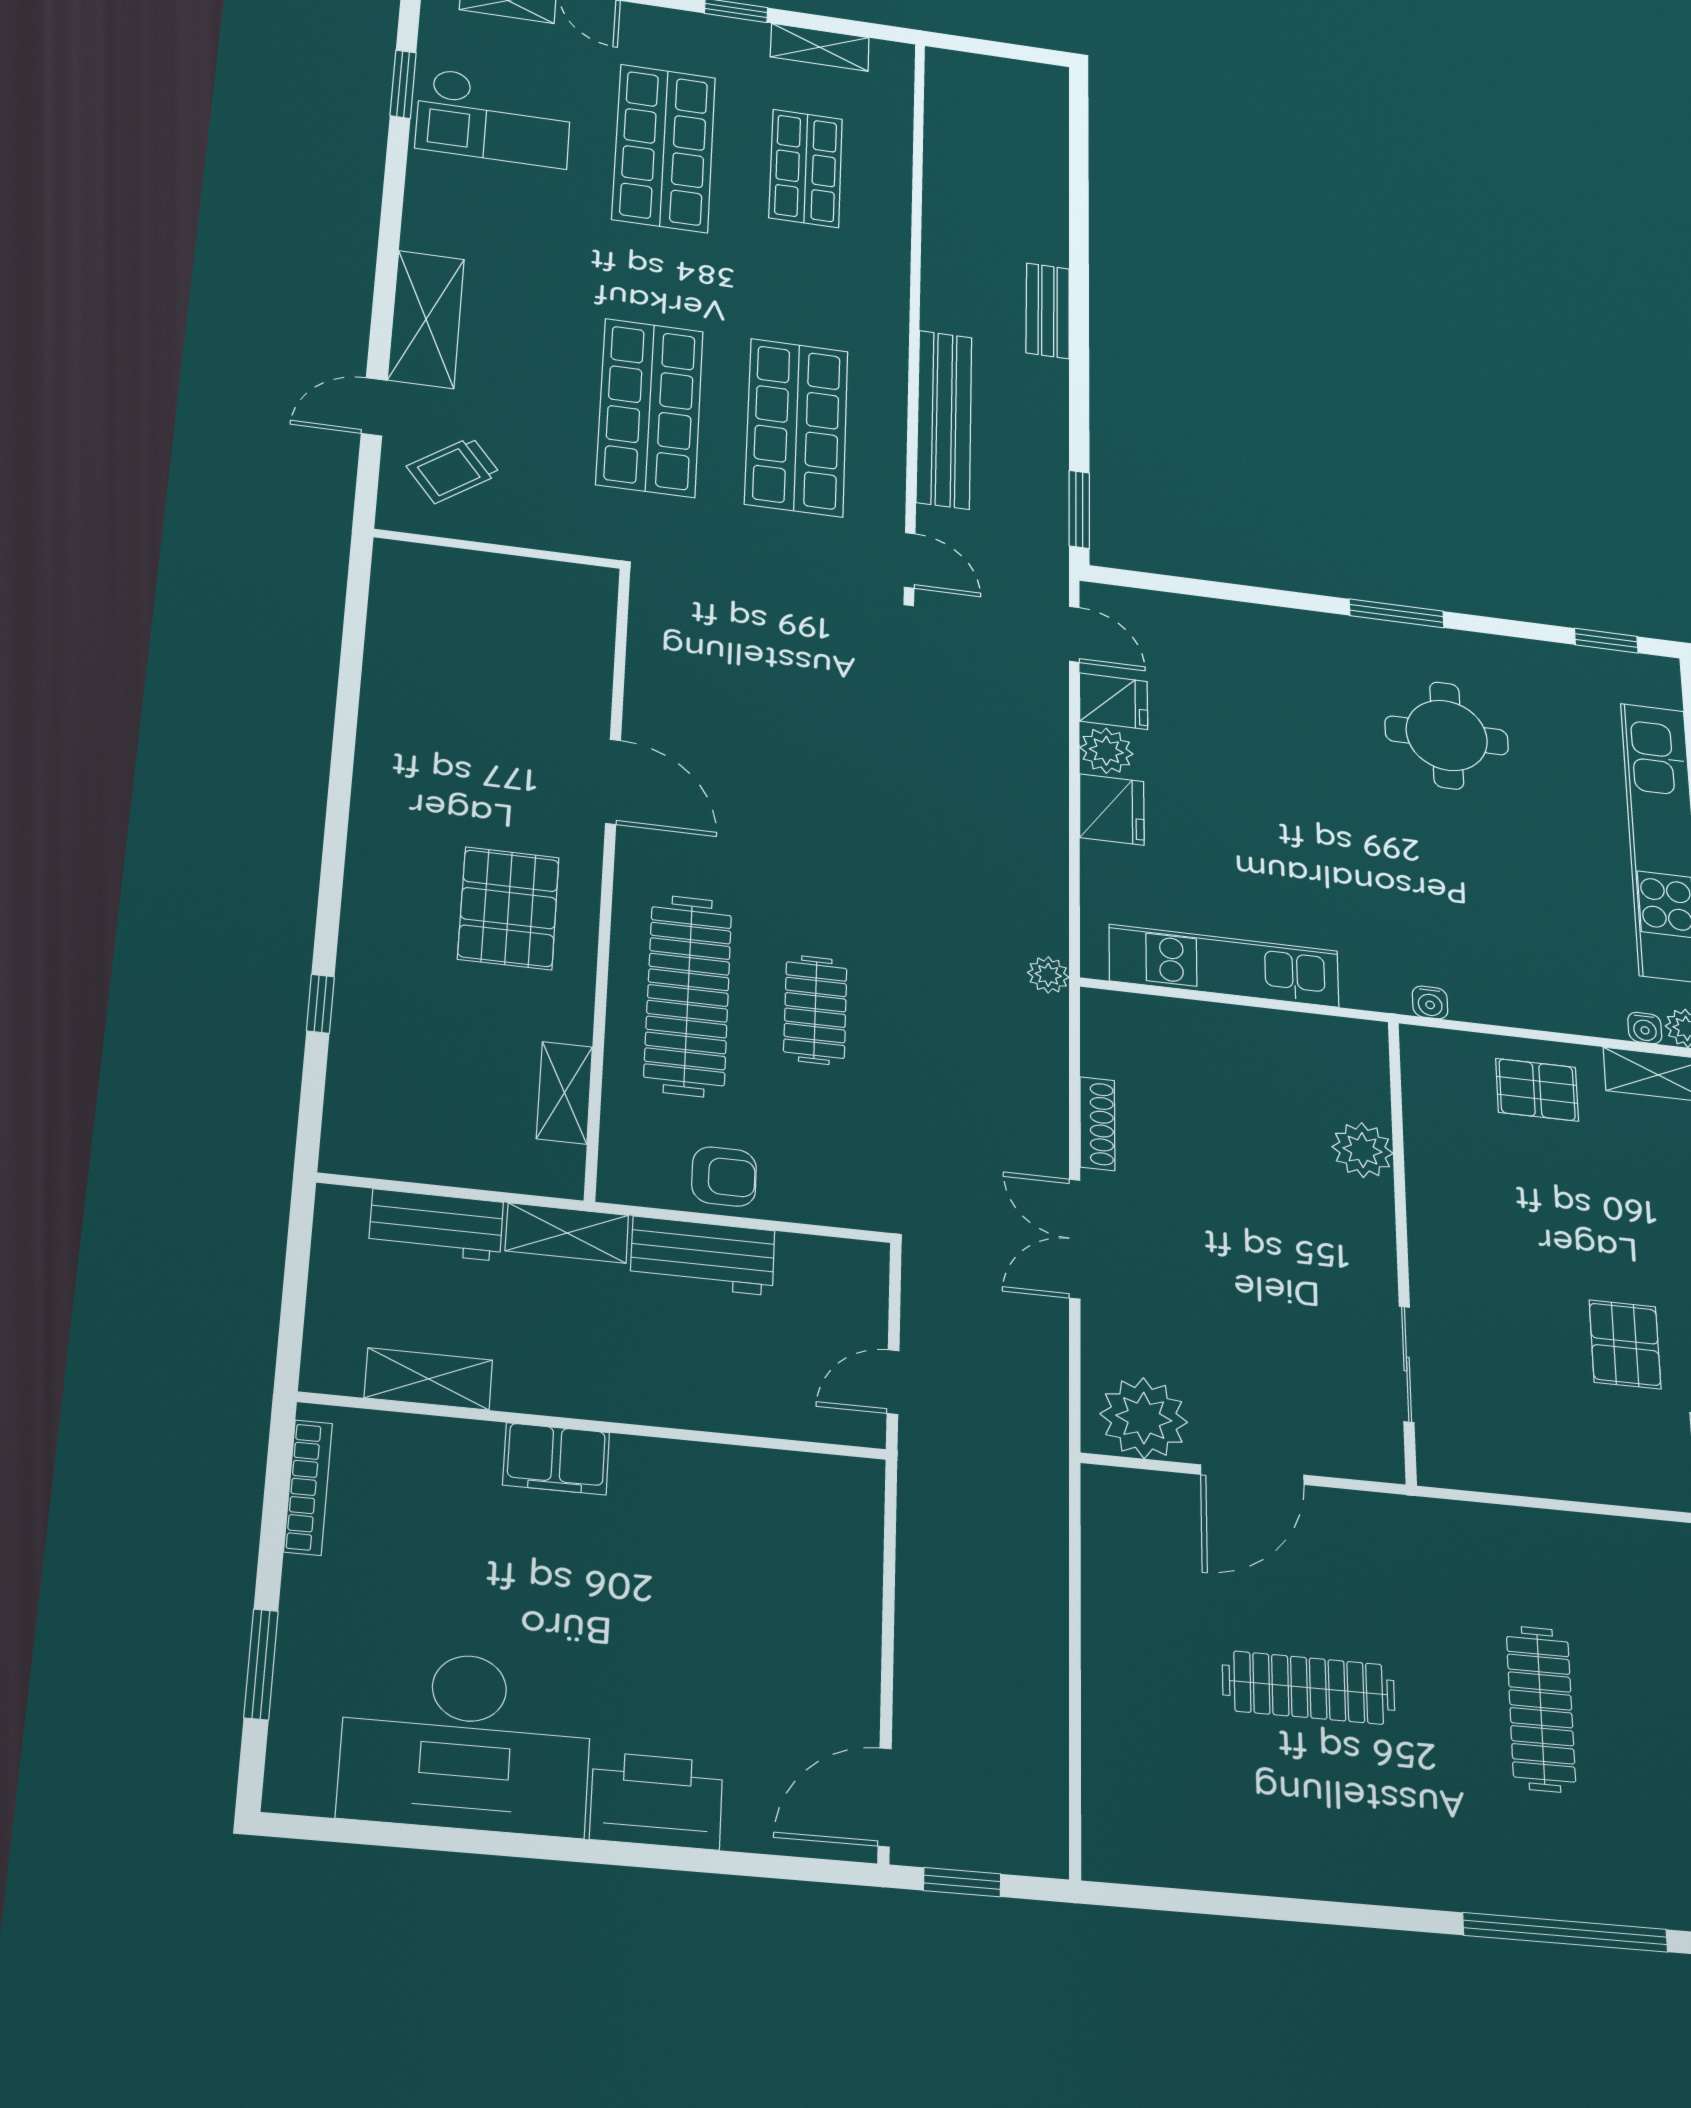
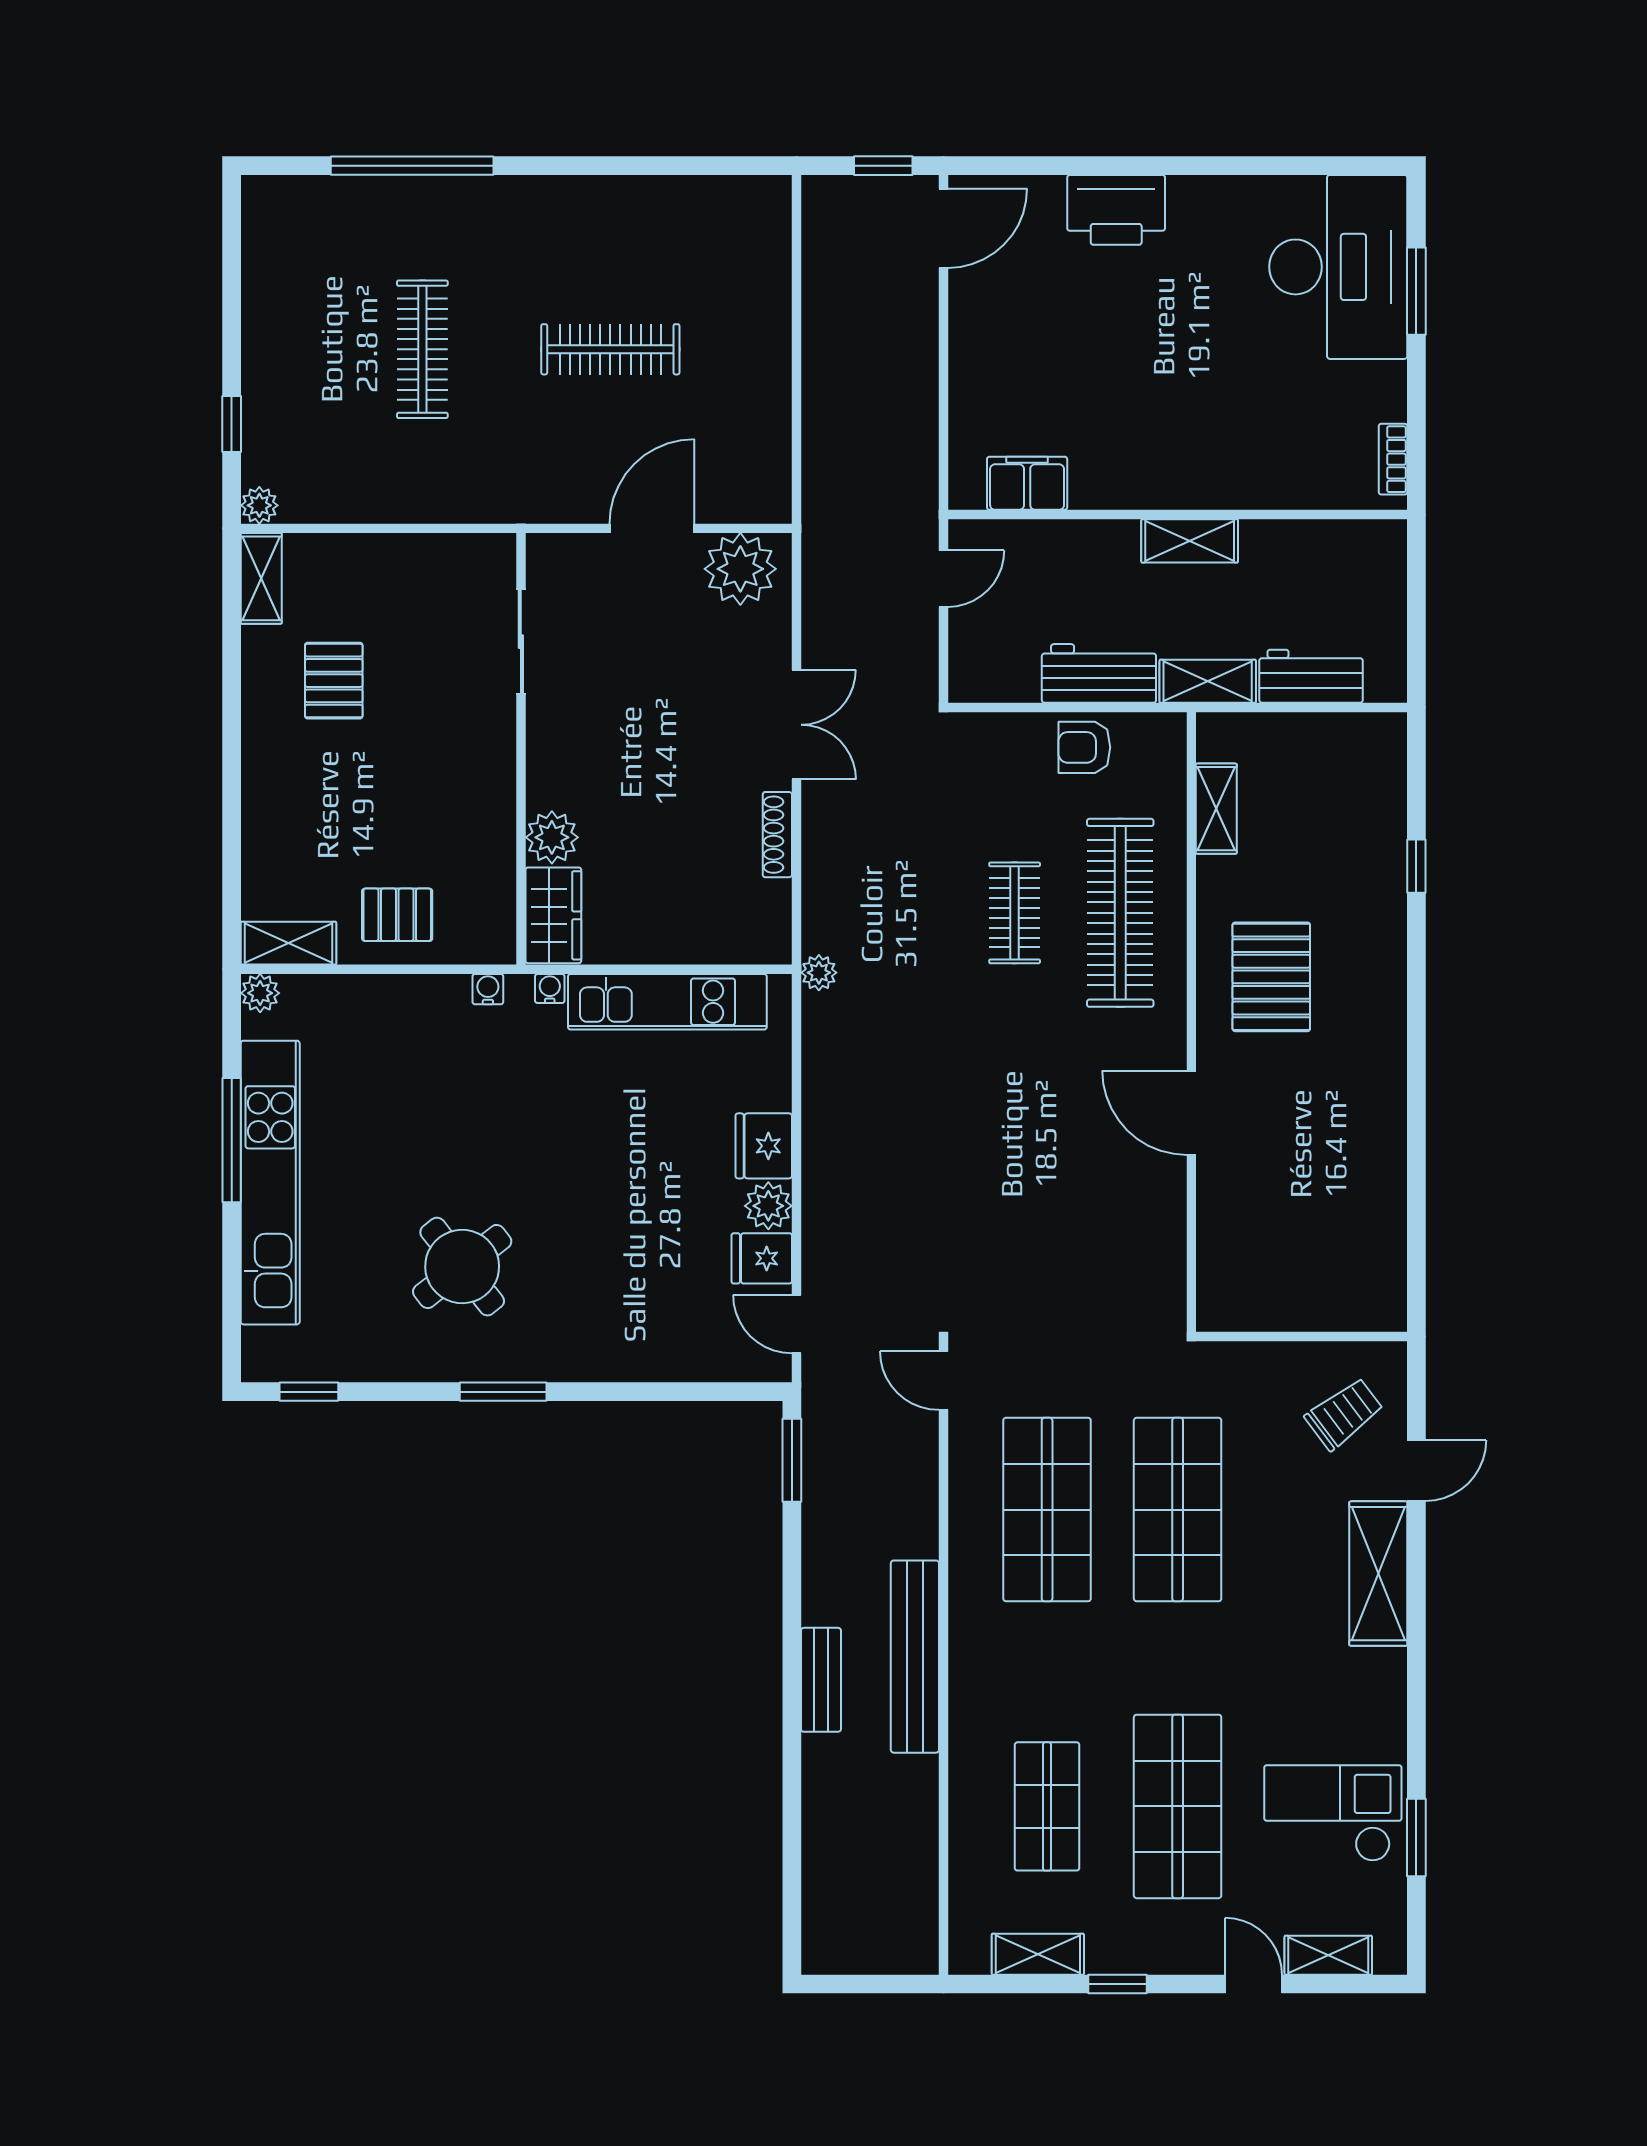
bench: (944, 419) -> (915, 1657), moved
round table: (1447, 735) -> (462, 1267), turned -38
water cooler: (1645, 1028) -> (550, 988), moved
wardrobe: (1358, 1069) -> (553, 915), added
shelving: (428, 1379) -> (1190, 541), moved
filing cabinet: (556, 1459) -> (1027, 483), moved
bookcase: (308, 1487) -> (1393, 459), width x0.64
desk: (466, 1742) -> (1338, 267), moved, turned 90

